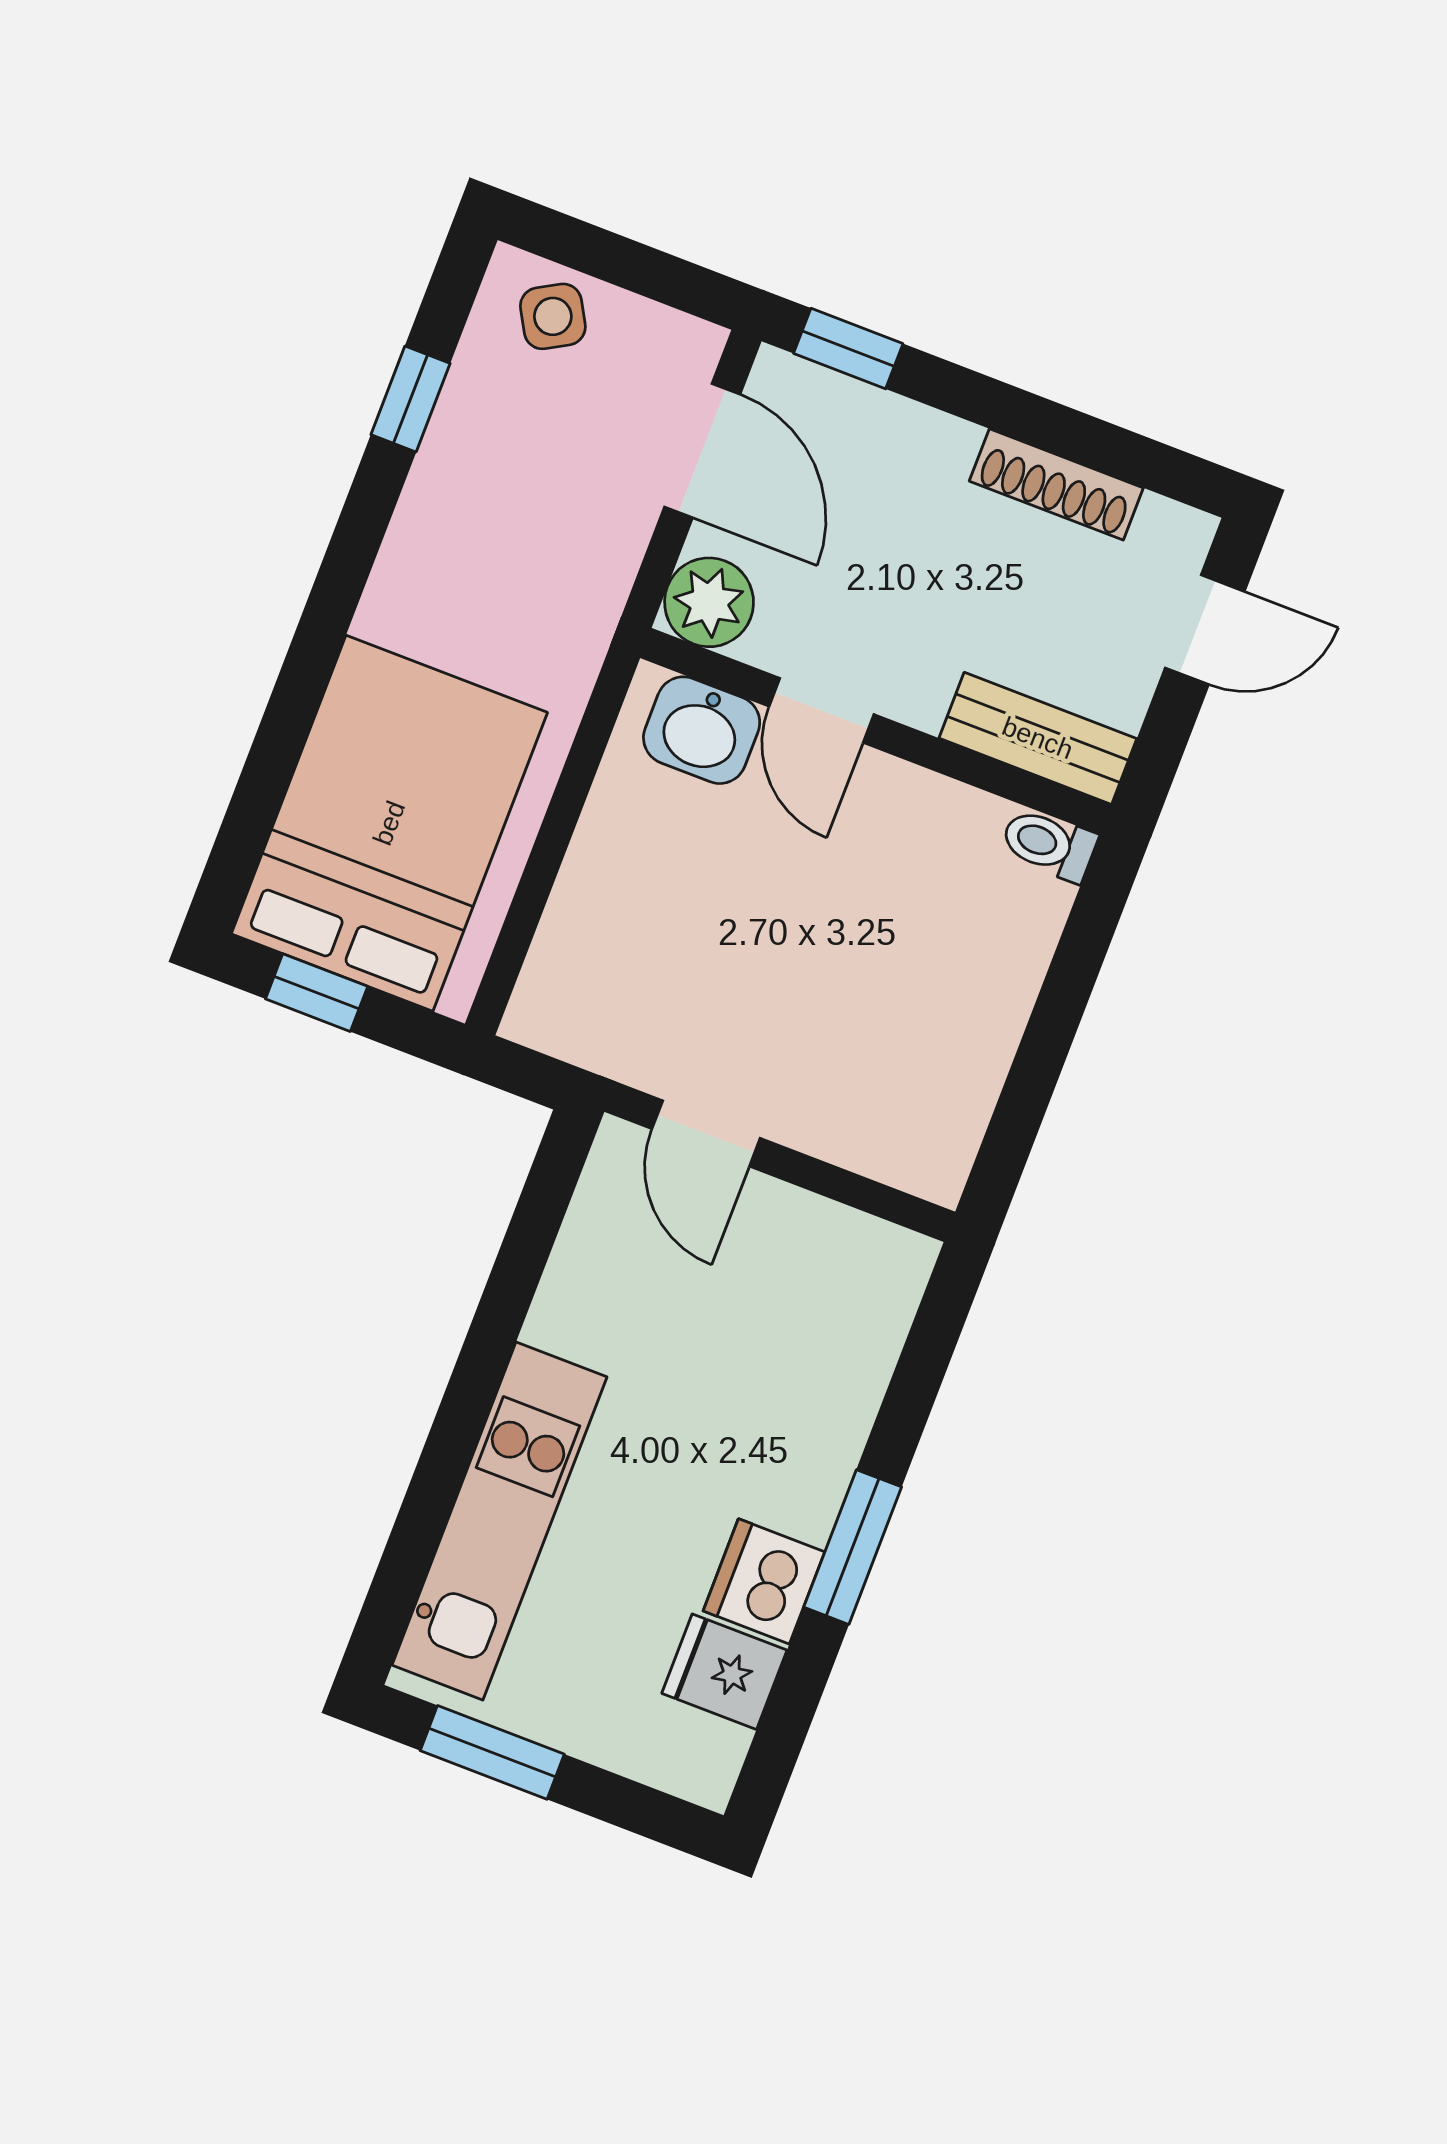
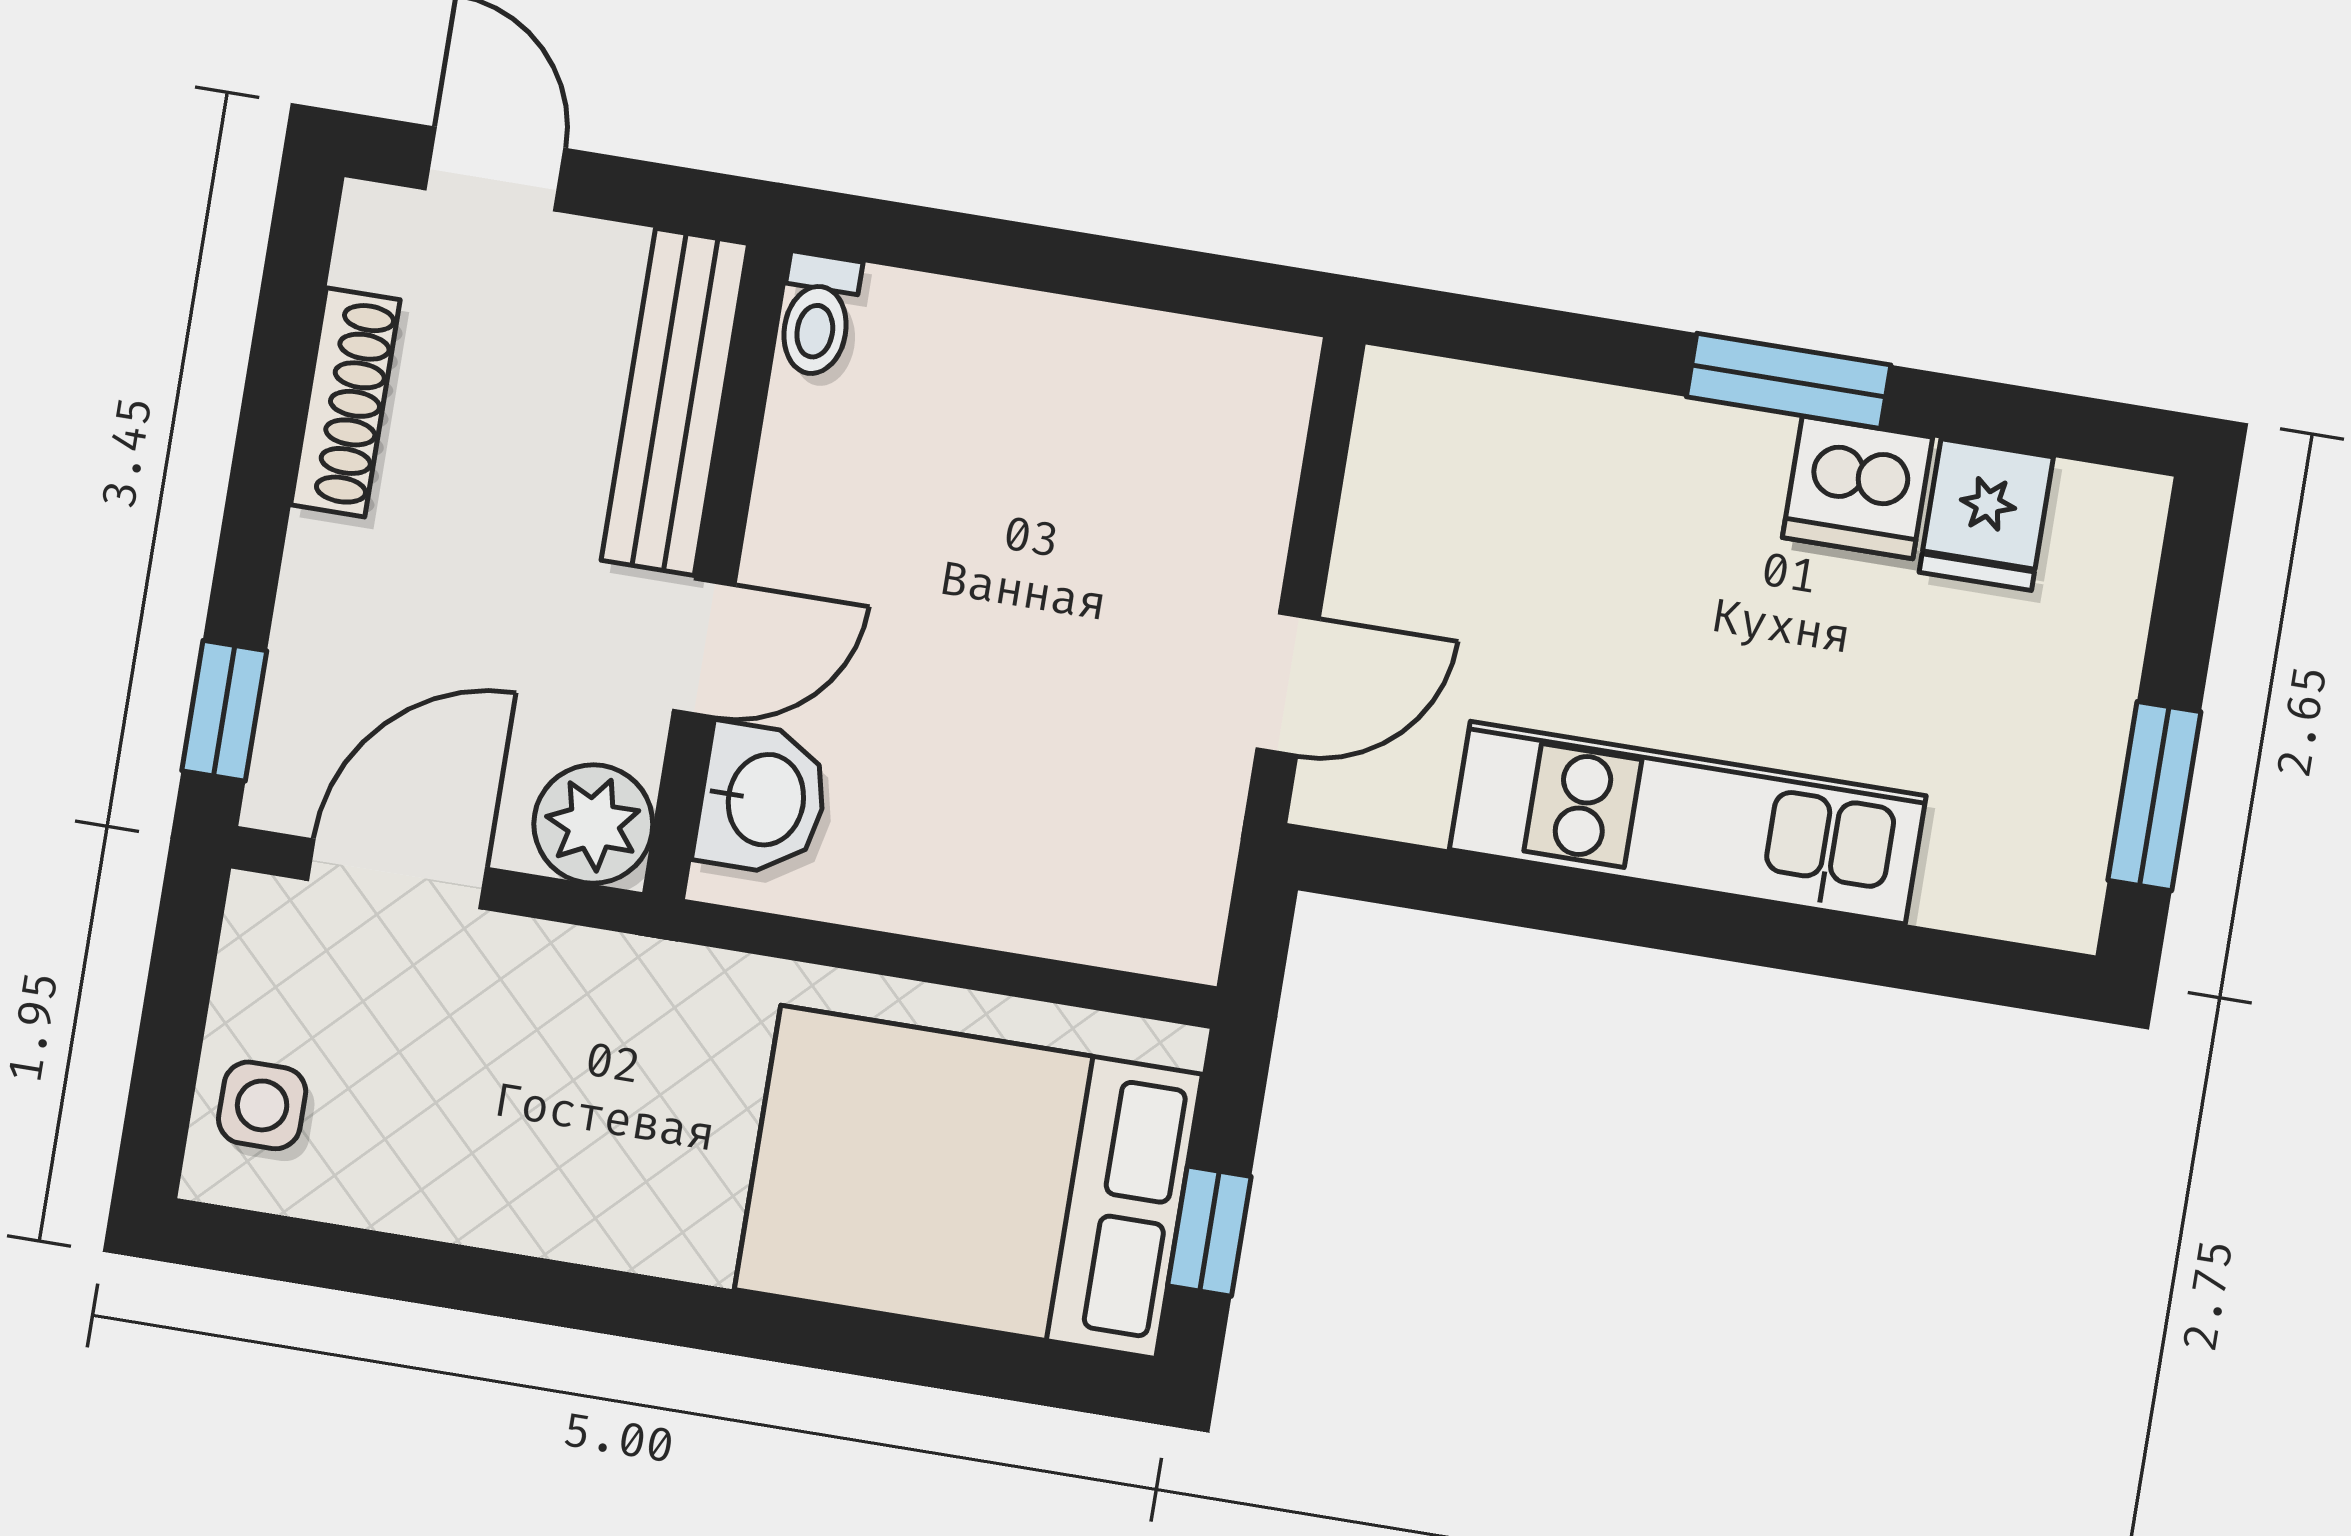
side table: (553, 316) -> (262, 1105), turned 30
window: (411, 399) -> (409, 1269), removed
bench: (1038, 738) -> (675, 402), width x1.36
kitchen unit: (499, 1521) -> (1688, 823), moved

